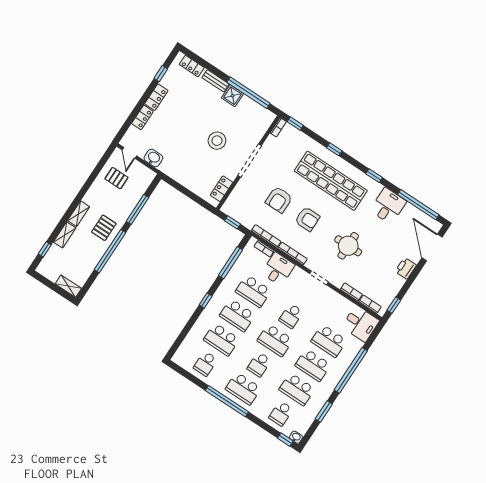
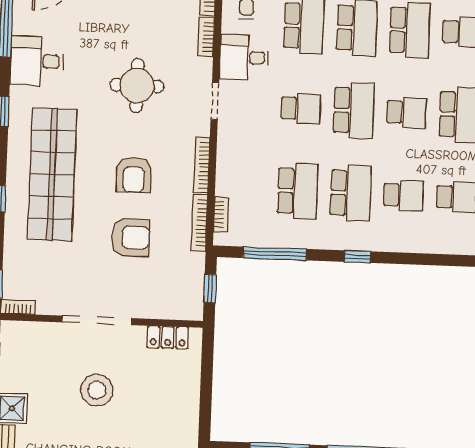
armchair: (307, 219) -> (134, 175), turned 180
desk: (278, 269) -> (244, 57), moved
school desk: (221, 339) -> (403, 195), width x0.54

